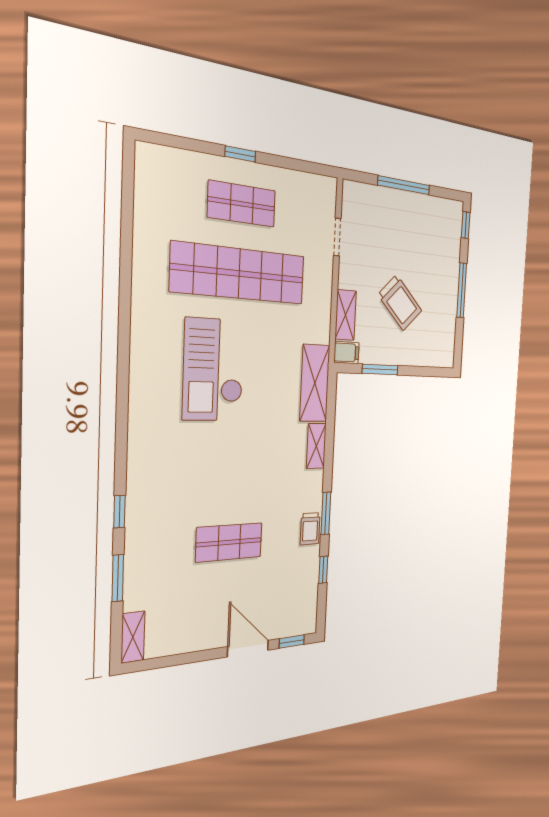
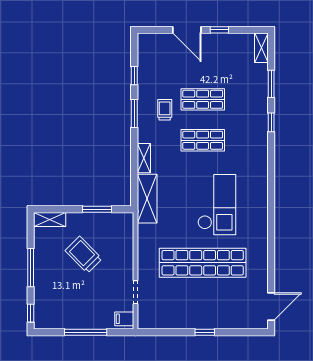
door: (128, 181) -> (271, 306), added
shop shelf: (242, 204) -> (203, 140), moved
shelving: (346, 315) -> (50, 219), moved, turned 90
filing cabinet: (347, 353) -> (124, 319), moved
trolley: (310, 529) -> (165, 110), moved
window: (292, 642) -> (219, 30), moved

